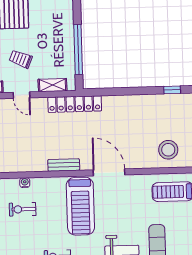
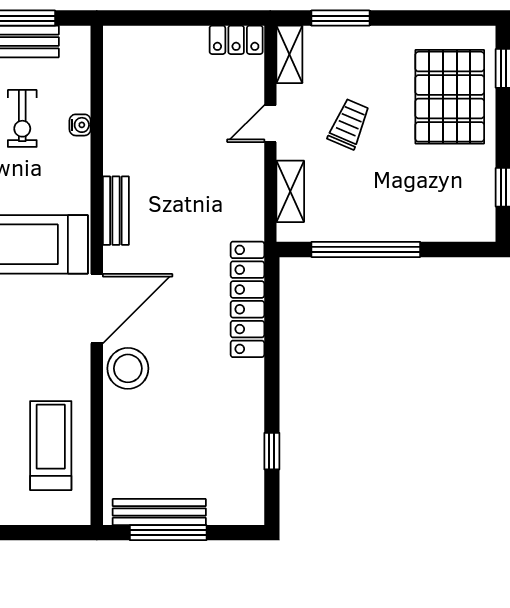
locker: (75, 104) -> (247, 299), moved
stool: (168, 150) -> (128, 368), moved
exercise bike: (23, 209) -> (22, 118), turned 180

